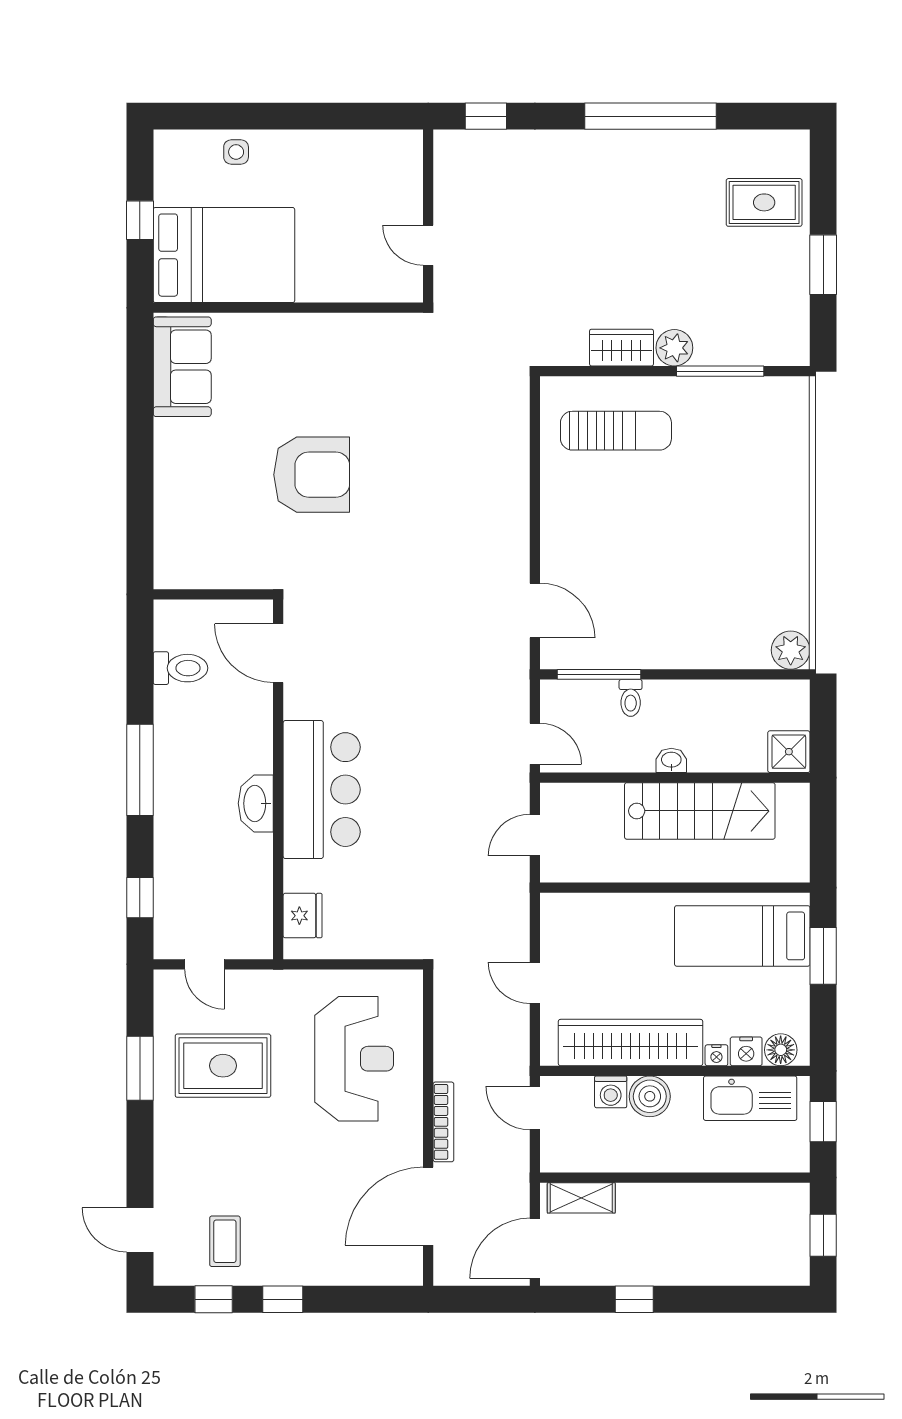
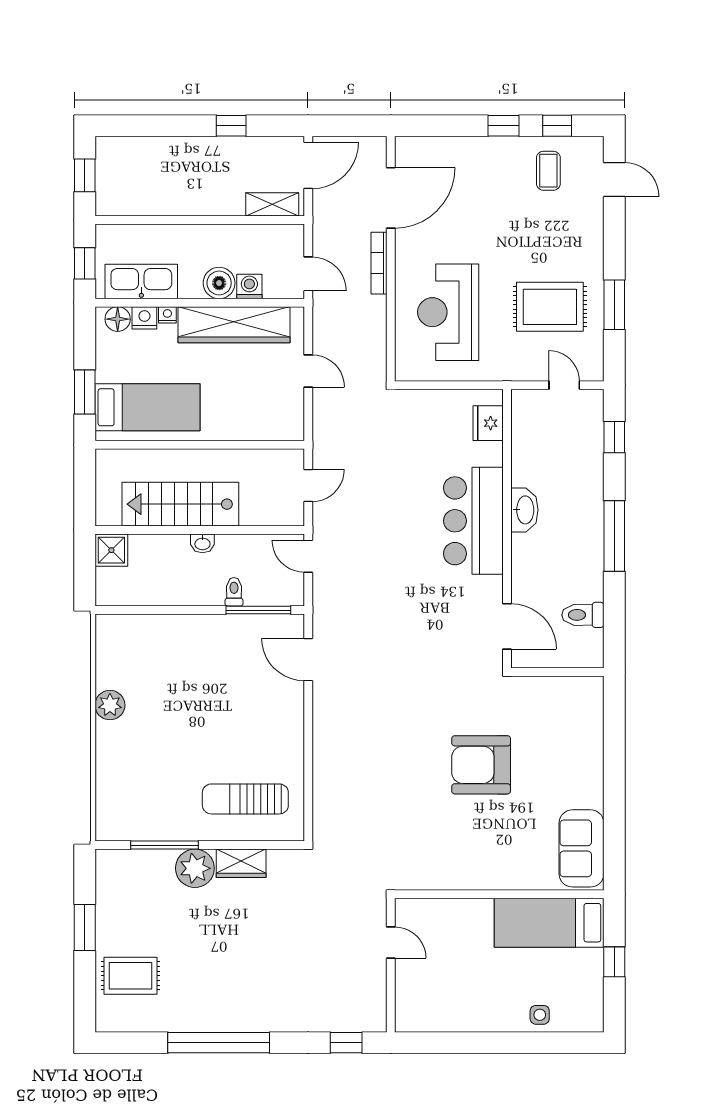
bed: (224, 255) -> (549, 923), width x0.67
plant: (674, 348) -> (195, 868), width x1.36, depth x1.36
plant: (791, 650) -> (110, 705), moved

